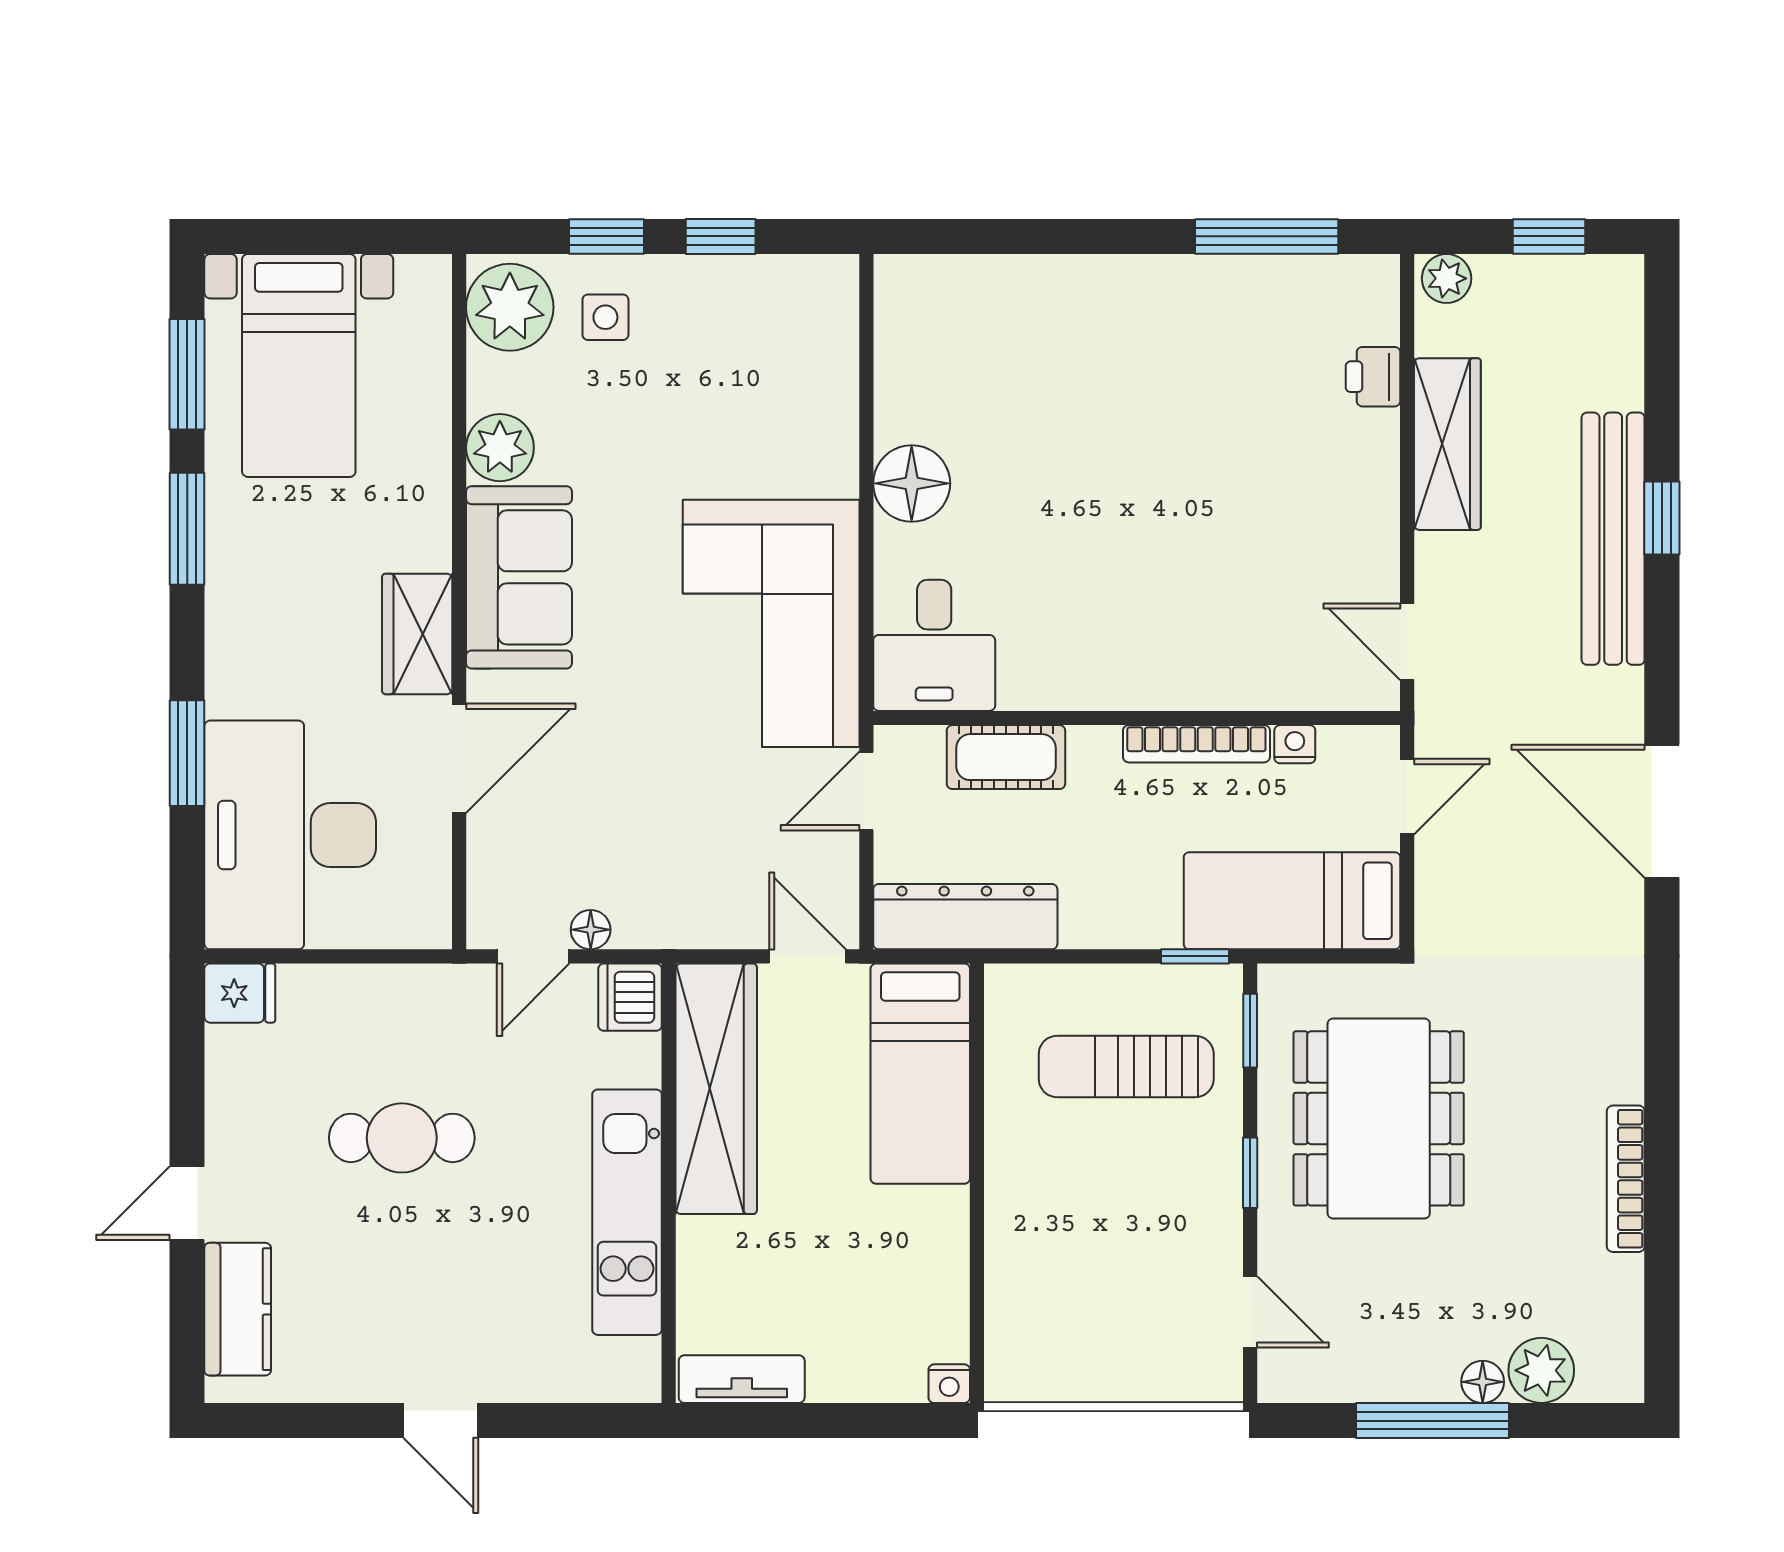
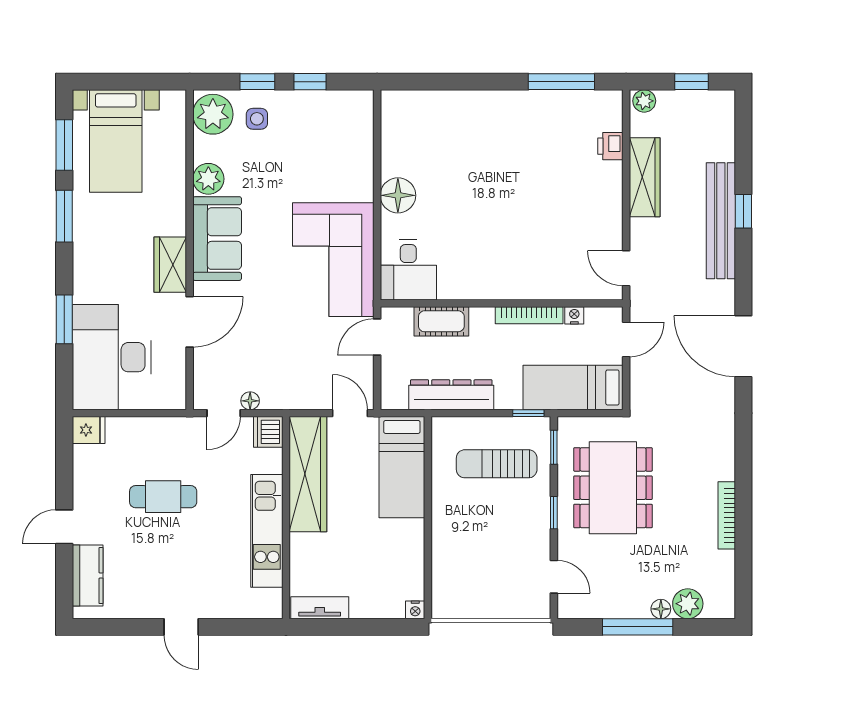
dresser: (965, 917) -> (451, 395), moved

